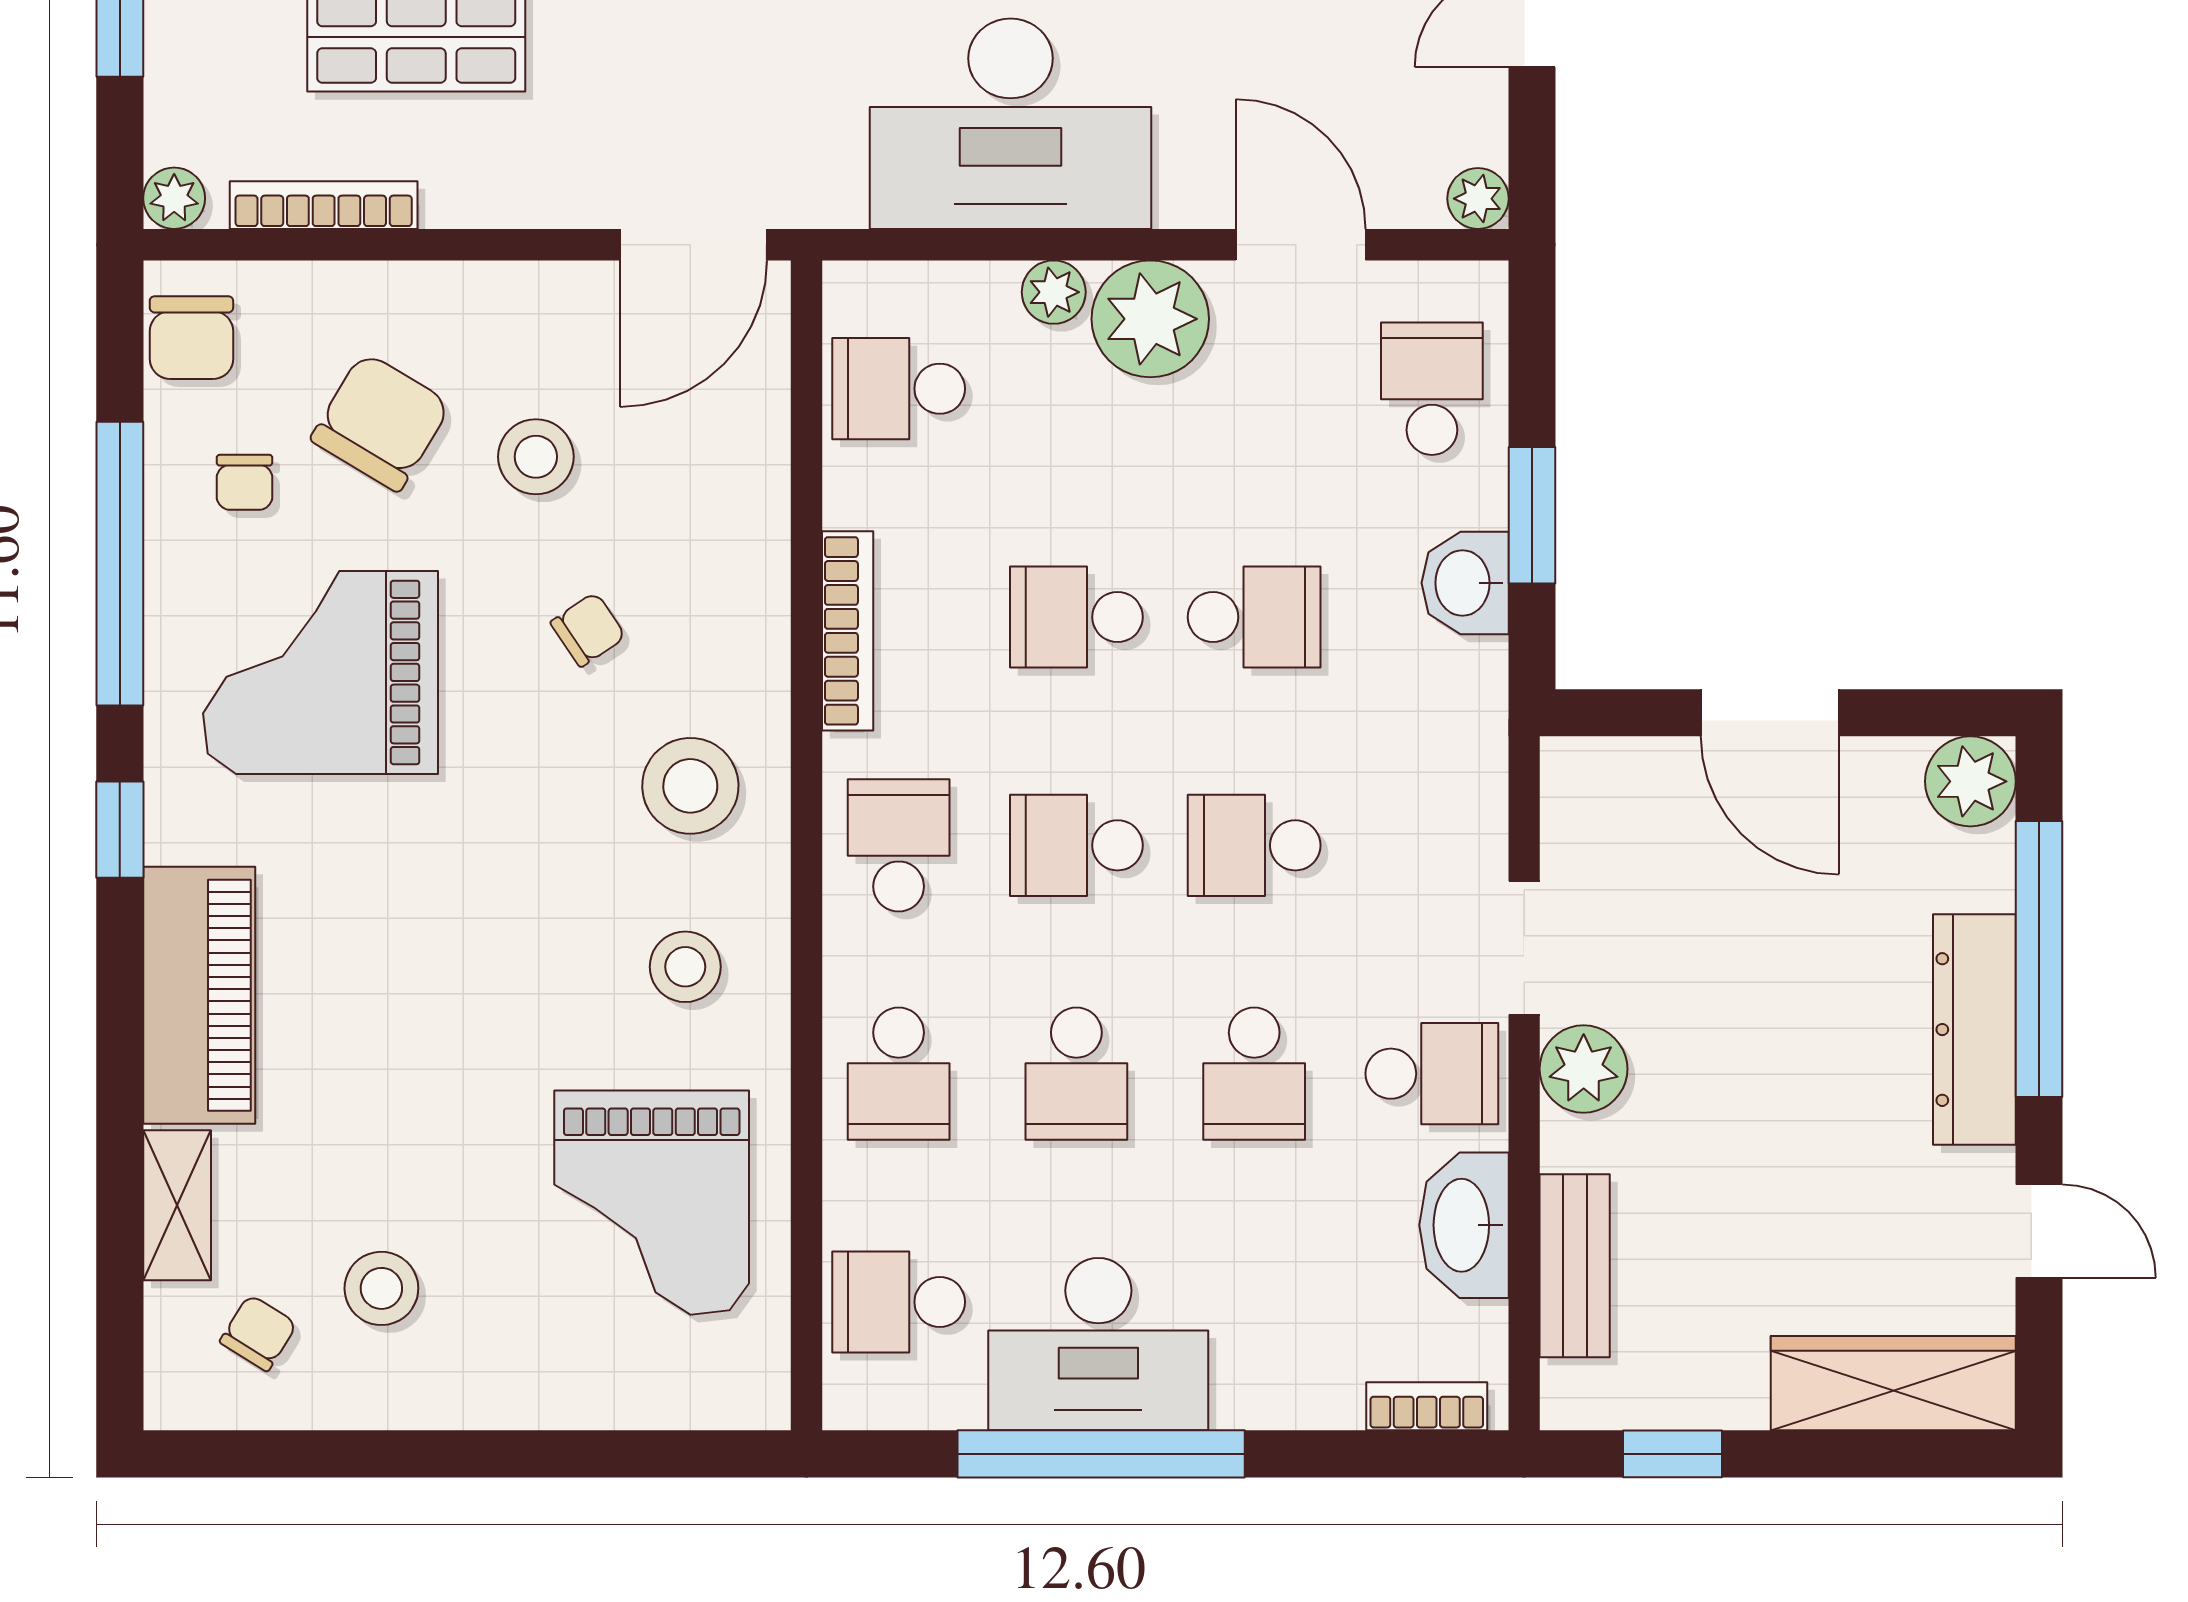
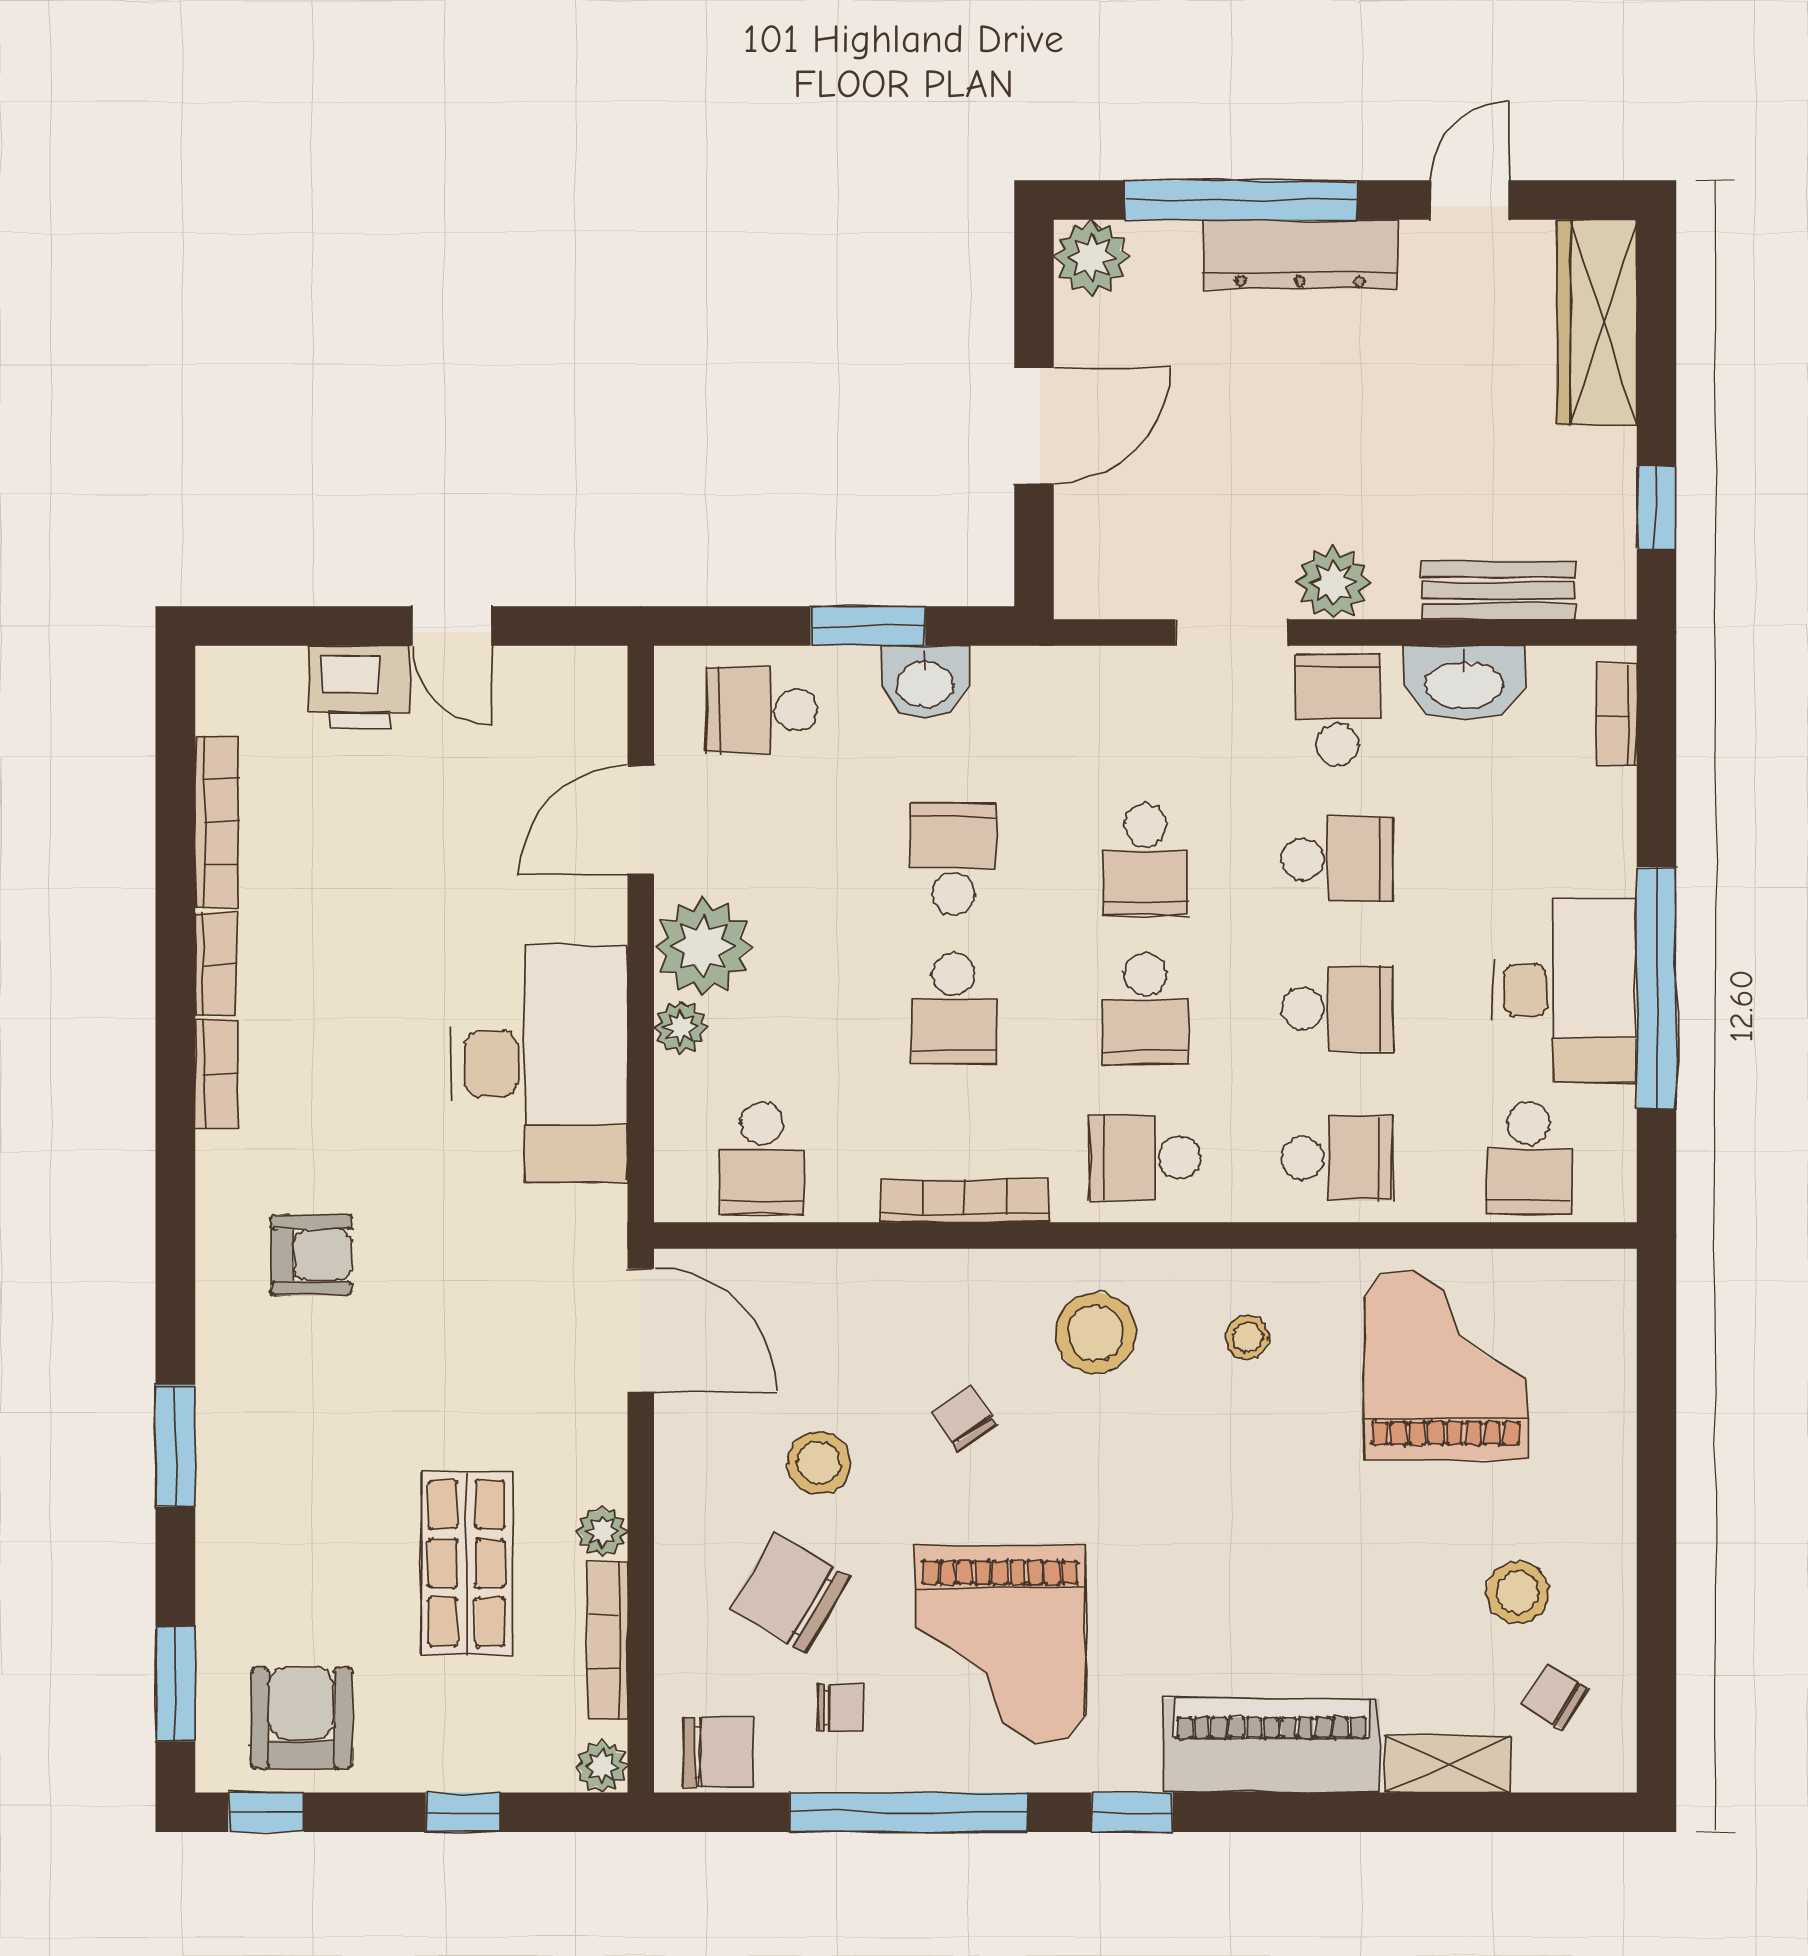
plant: (1478, 199) -> (602, 1531), moved
stool: (685, 967) -> (1247, 1337), width x0.73, depth x0.73
grand piano: (652, 1203) -> (1445, 1365), turned -90

